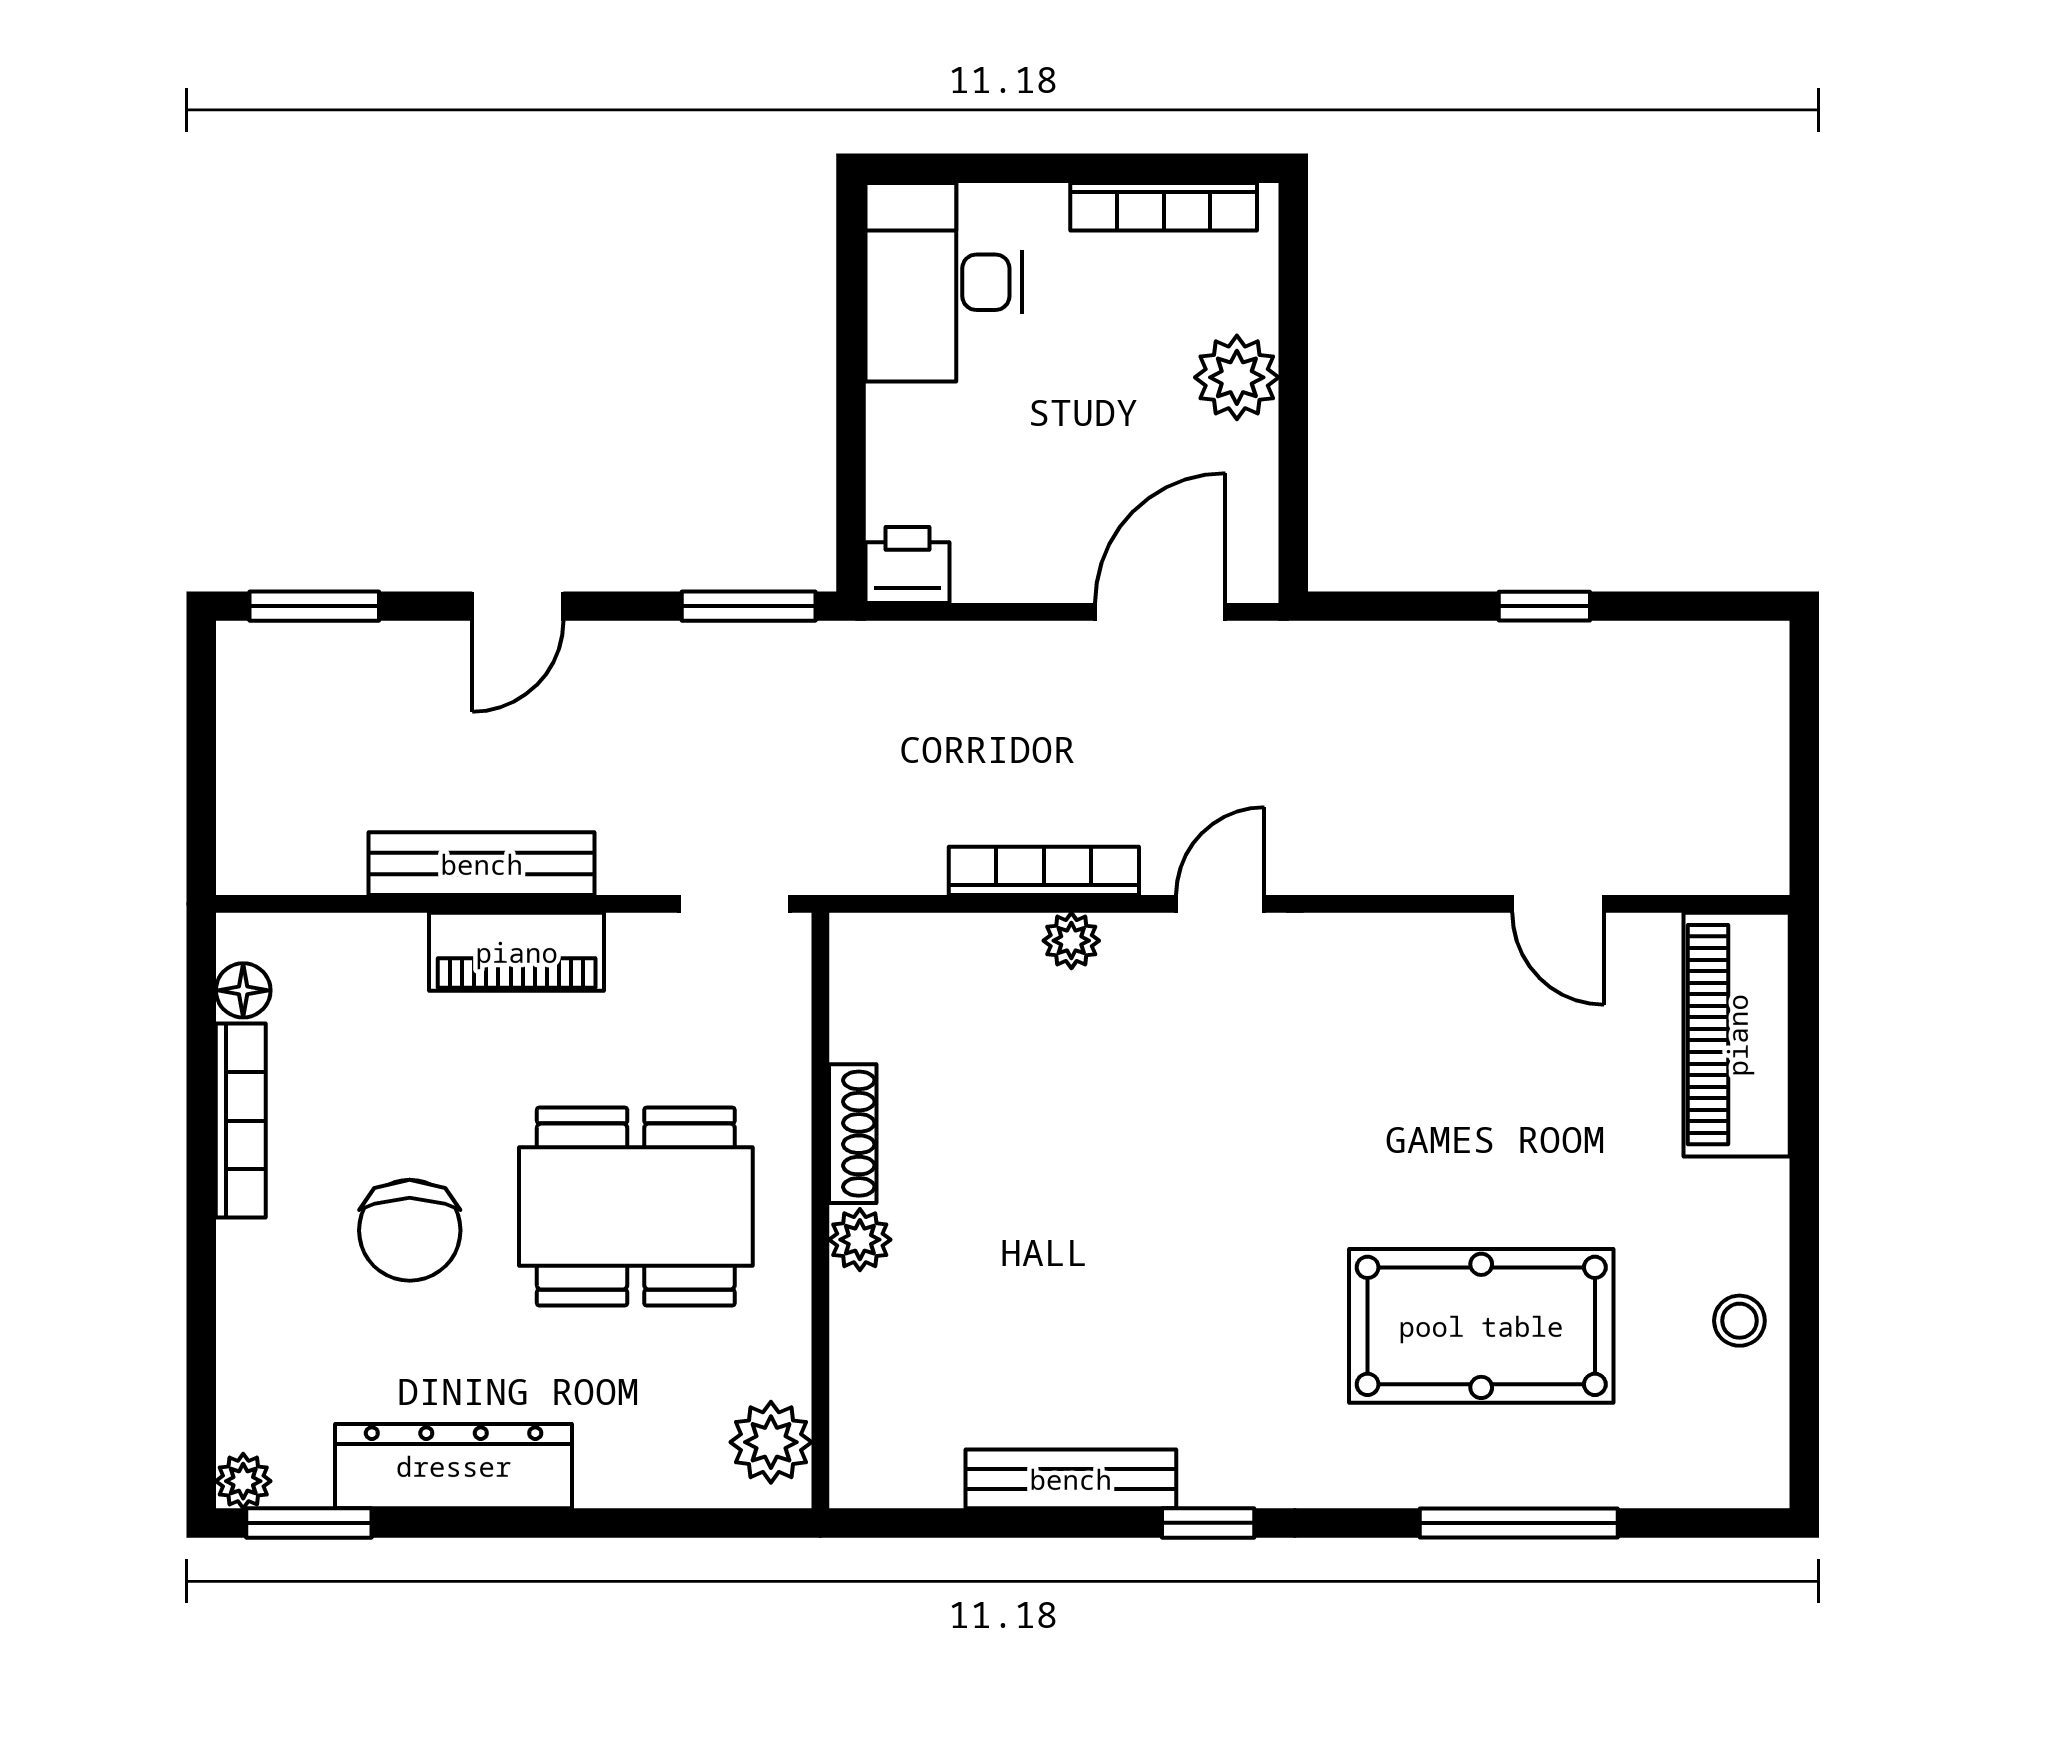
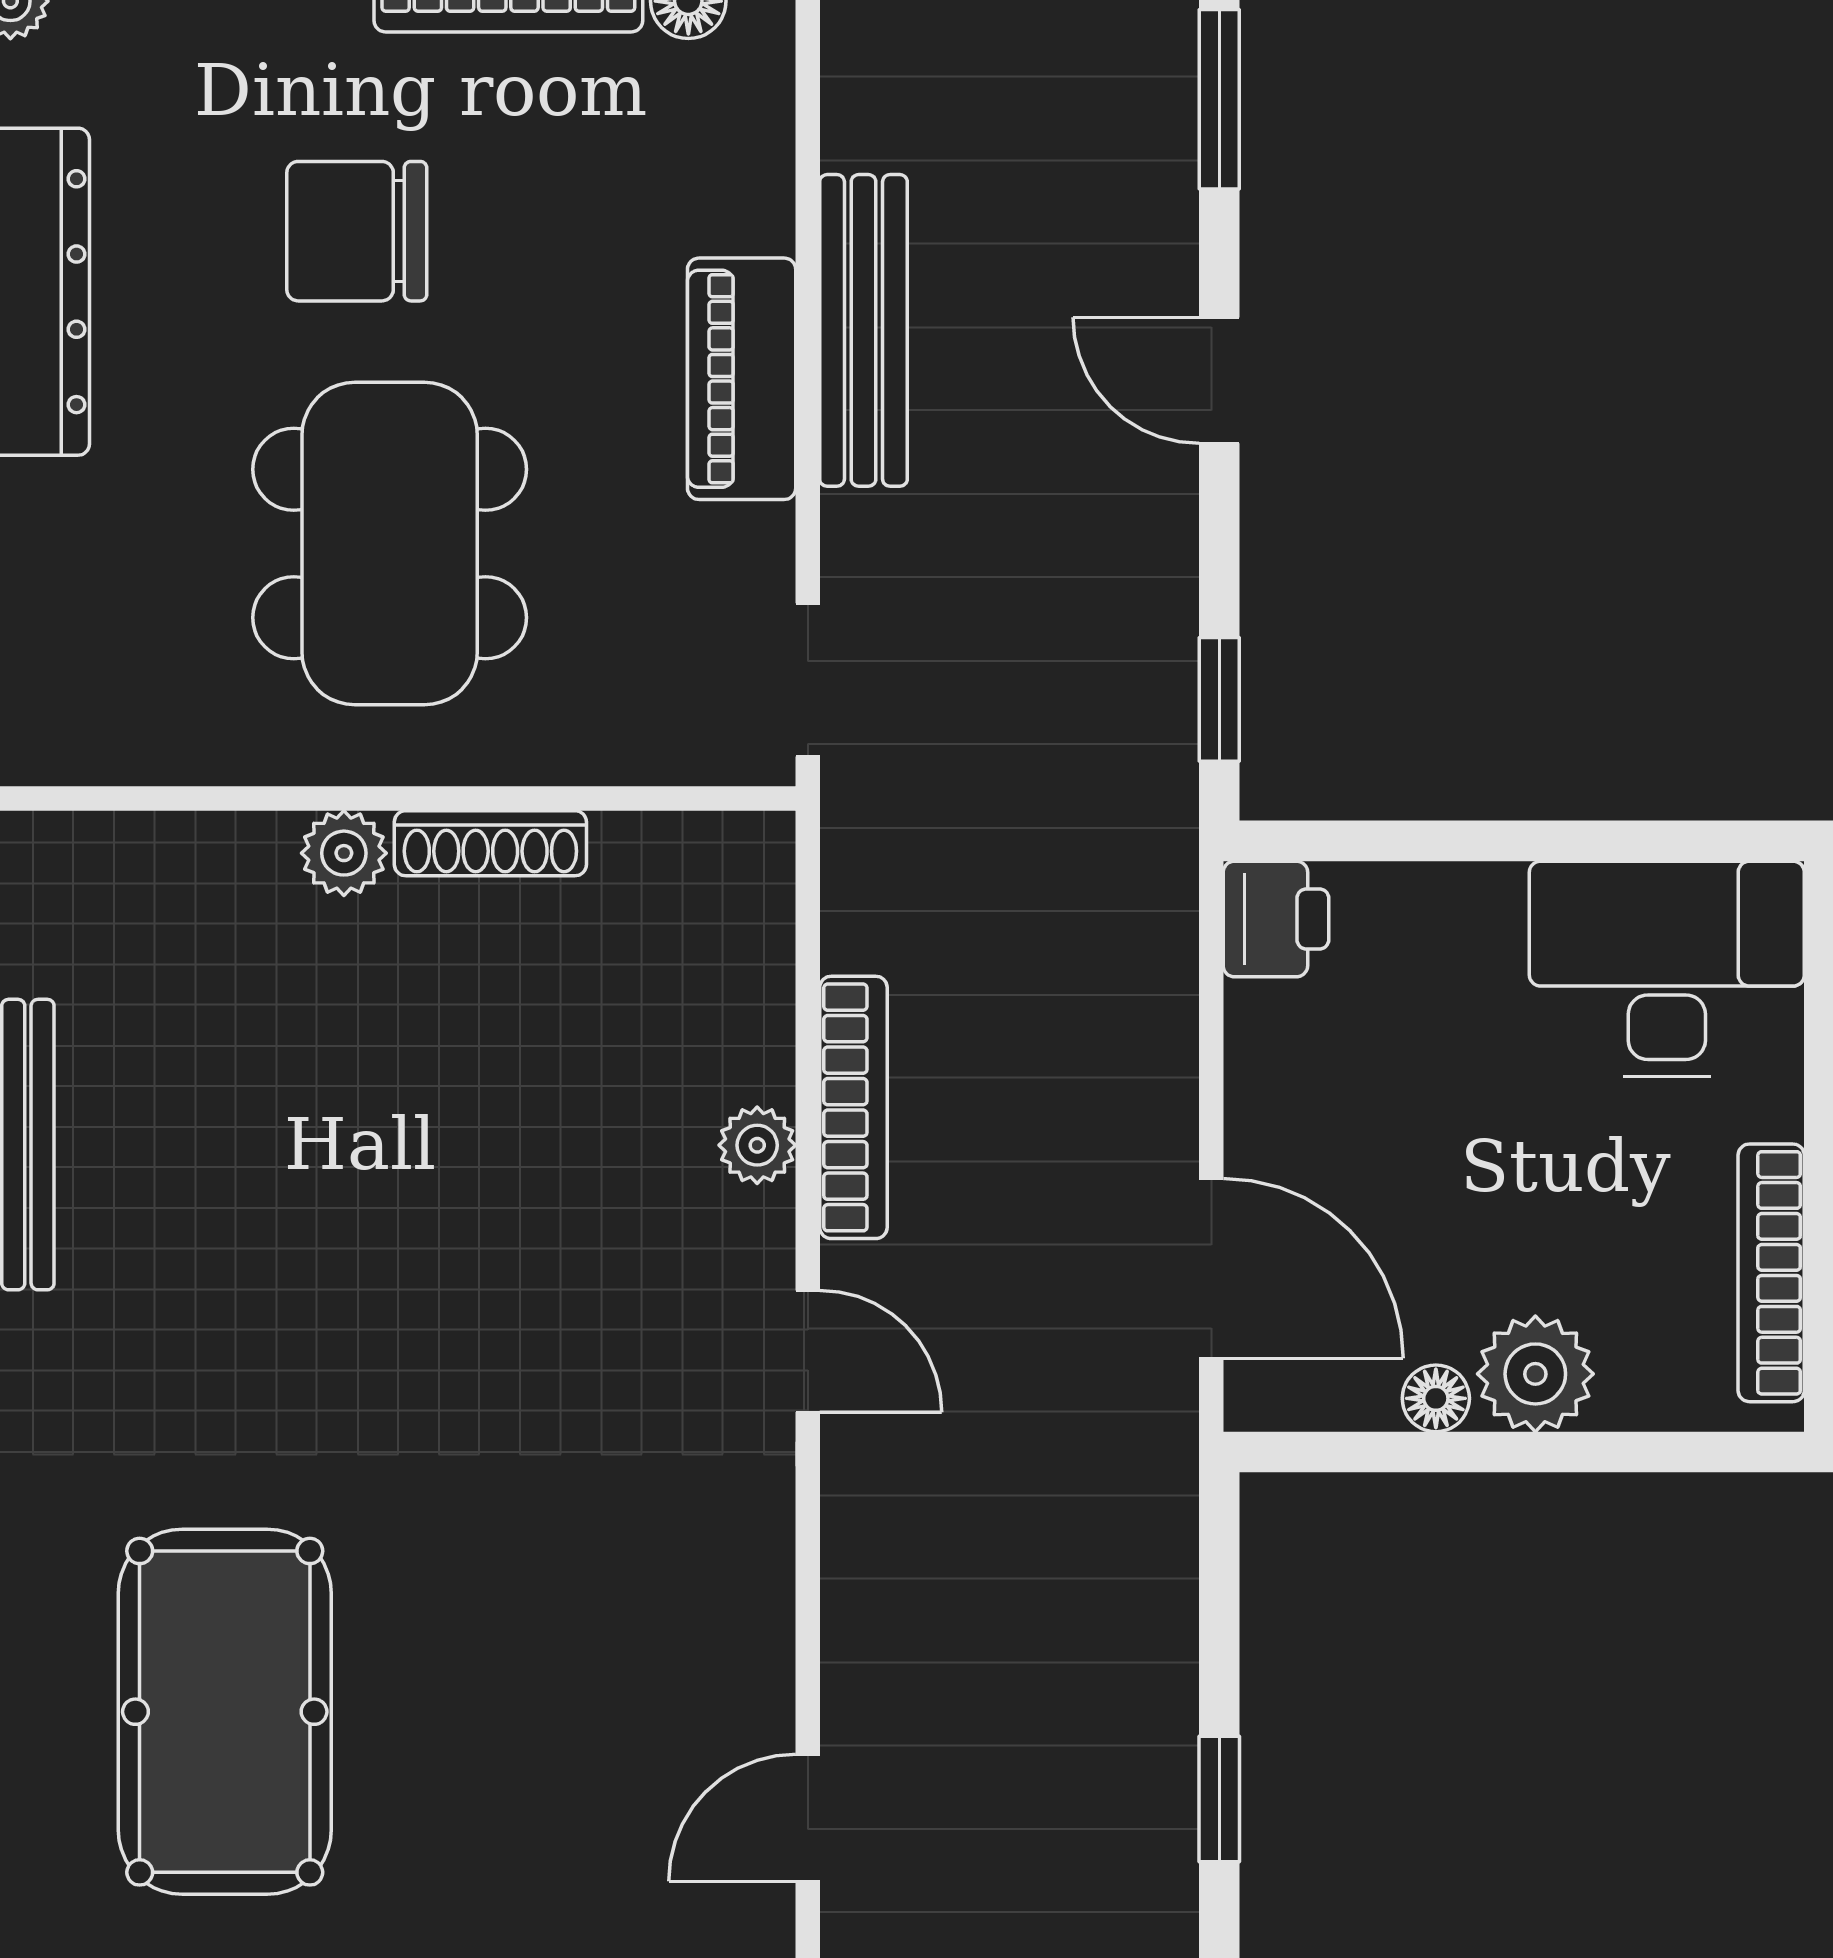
floor lamp: (1254, 449) -> (1436, 1398), added
window: (749, 606) -> (1219, 699), width x0.67
plant: (771, 1442) -> (64, 730), removed

